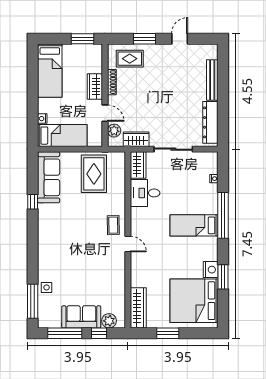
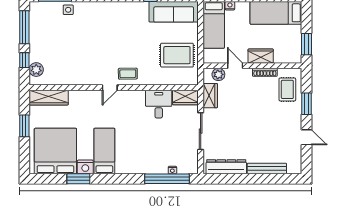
door: (105, 113) -> (235, 66), swing flipped
window: (223, 215) -> (167, 179), moved
bed: (194, 225) -> (104, 151), moved
sofa: (81, 317) -> (40, 43), removed

